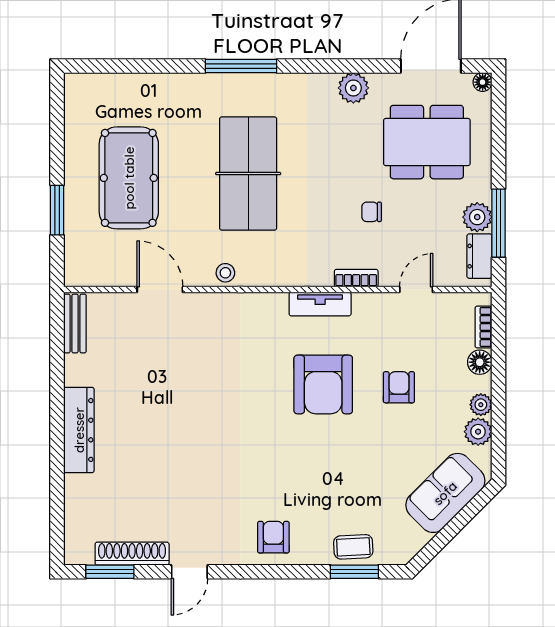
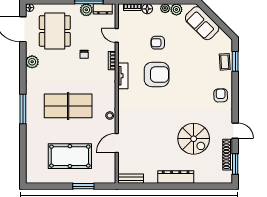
spiral stairs: (170, 473) -> (194, 139), added
armchair: (273, 537) -> (221, 95), turned 89

